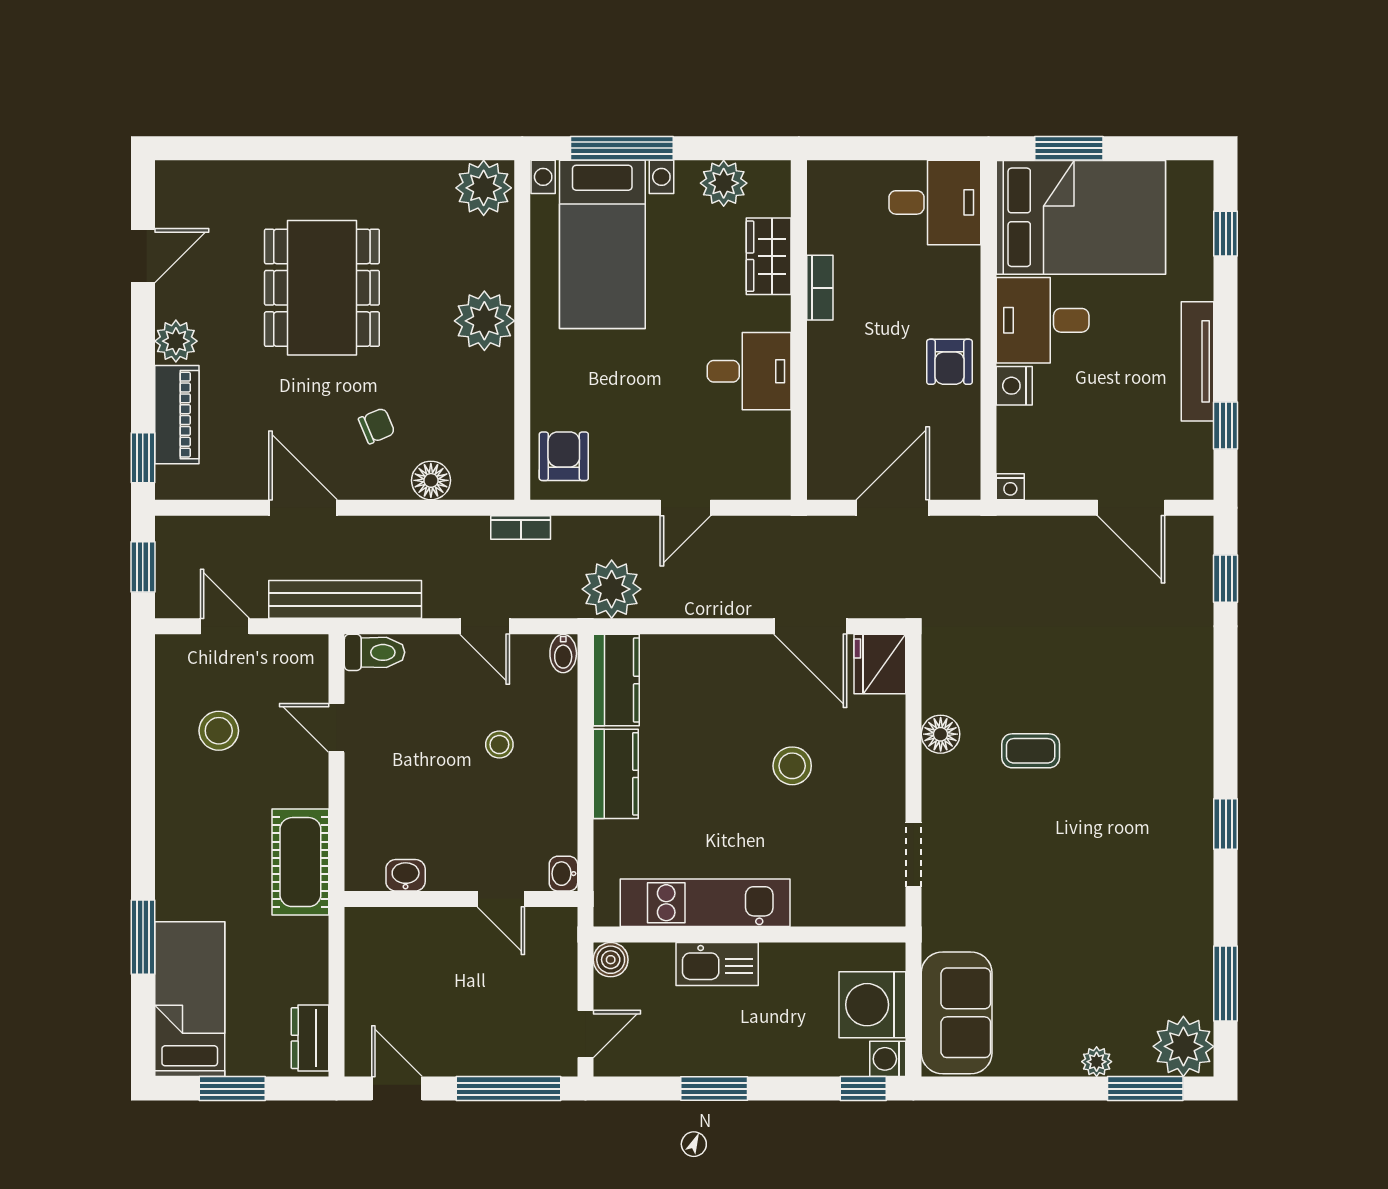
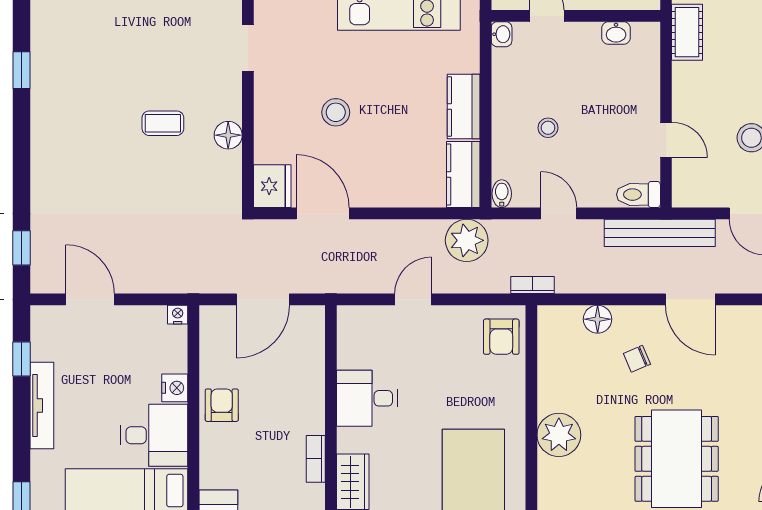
cot: (300, 862) -> (687, 32), width x0.73, depth x0.75

